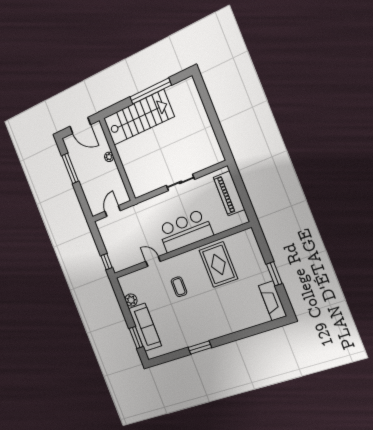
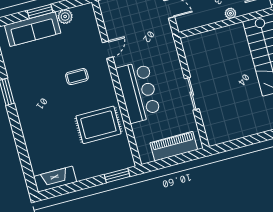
window: (274, 274) -> (117, 175), moved
window: (136, 338) -> (40, 11), moved

